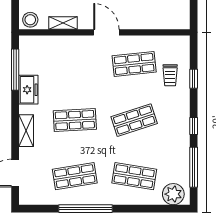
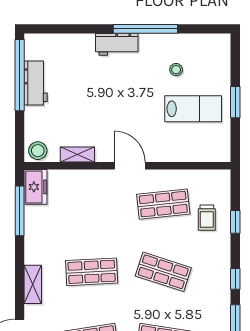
freezer: (28, 90) -> (36, 187), moved
shop shelf: (134, 120) -> (163, 272), turned 36

